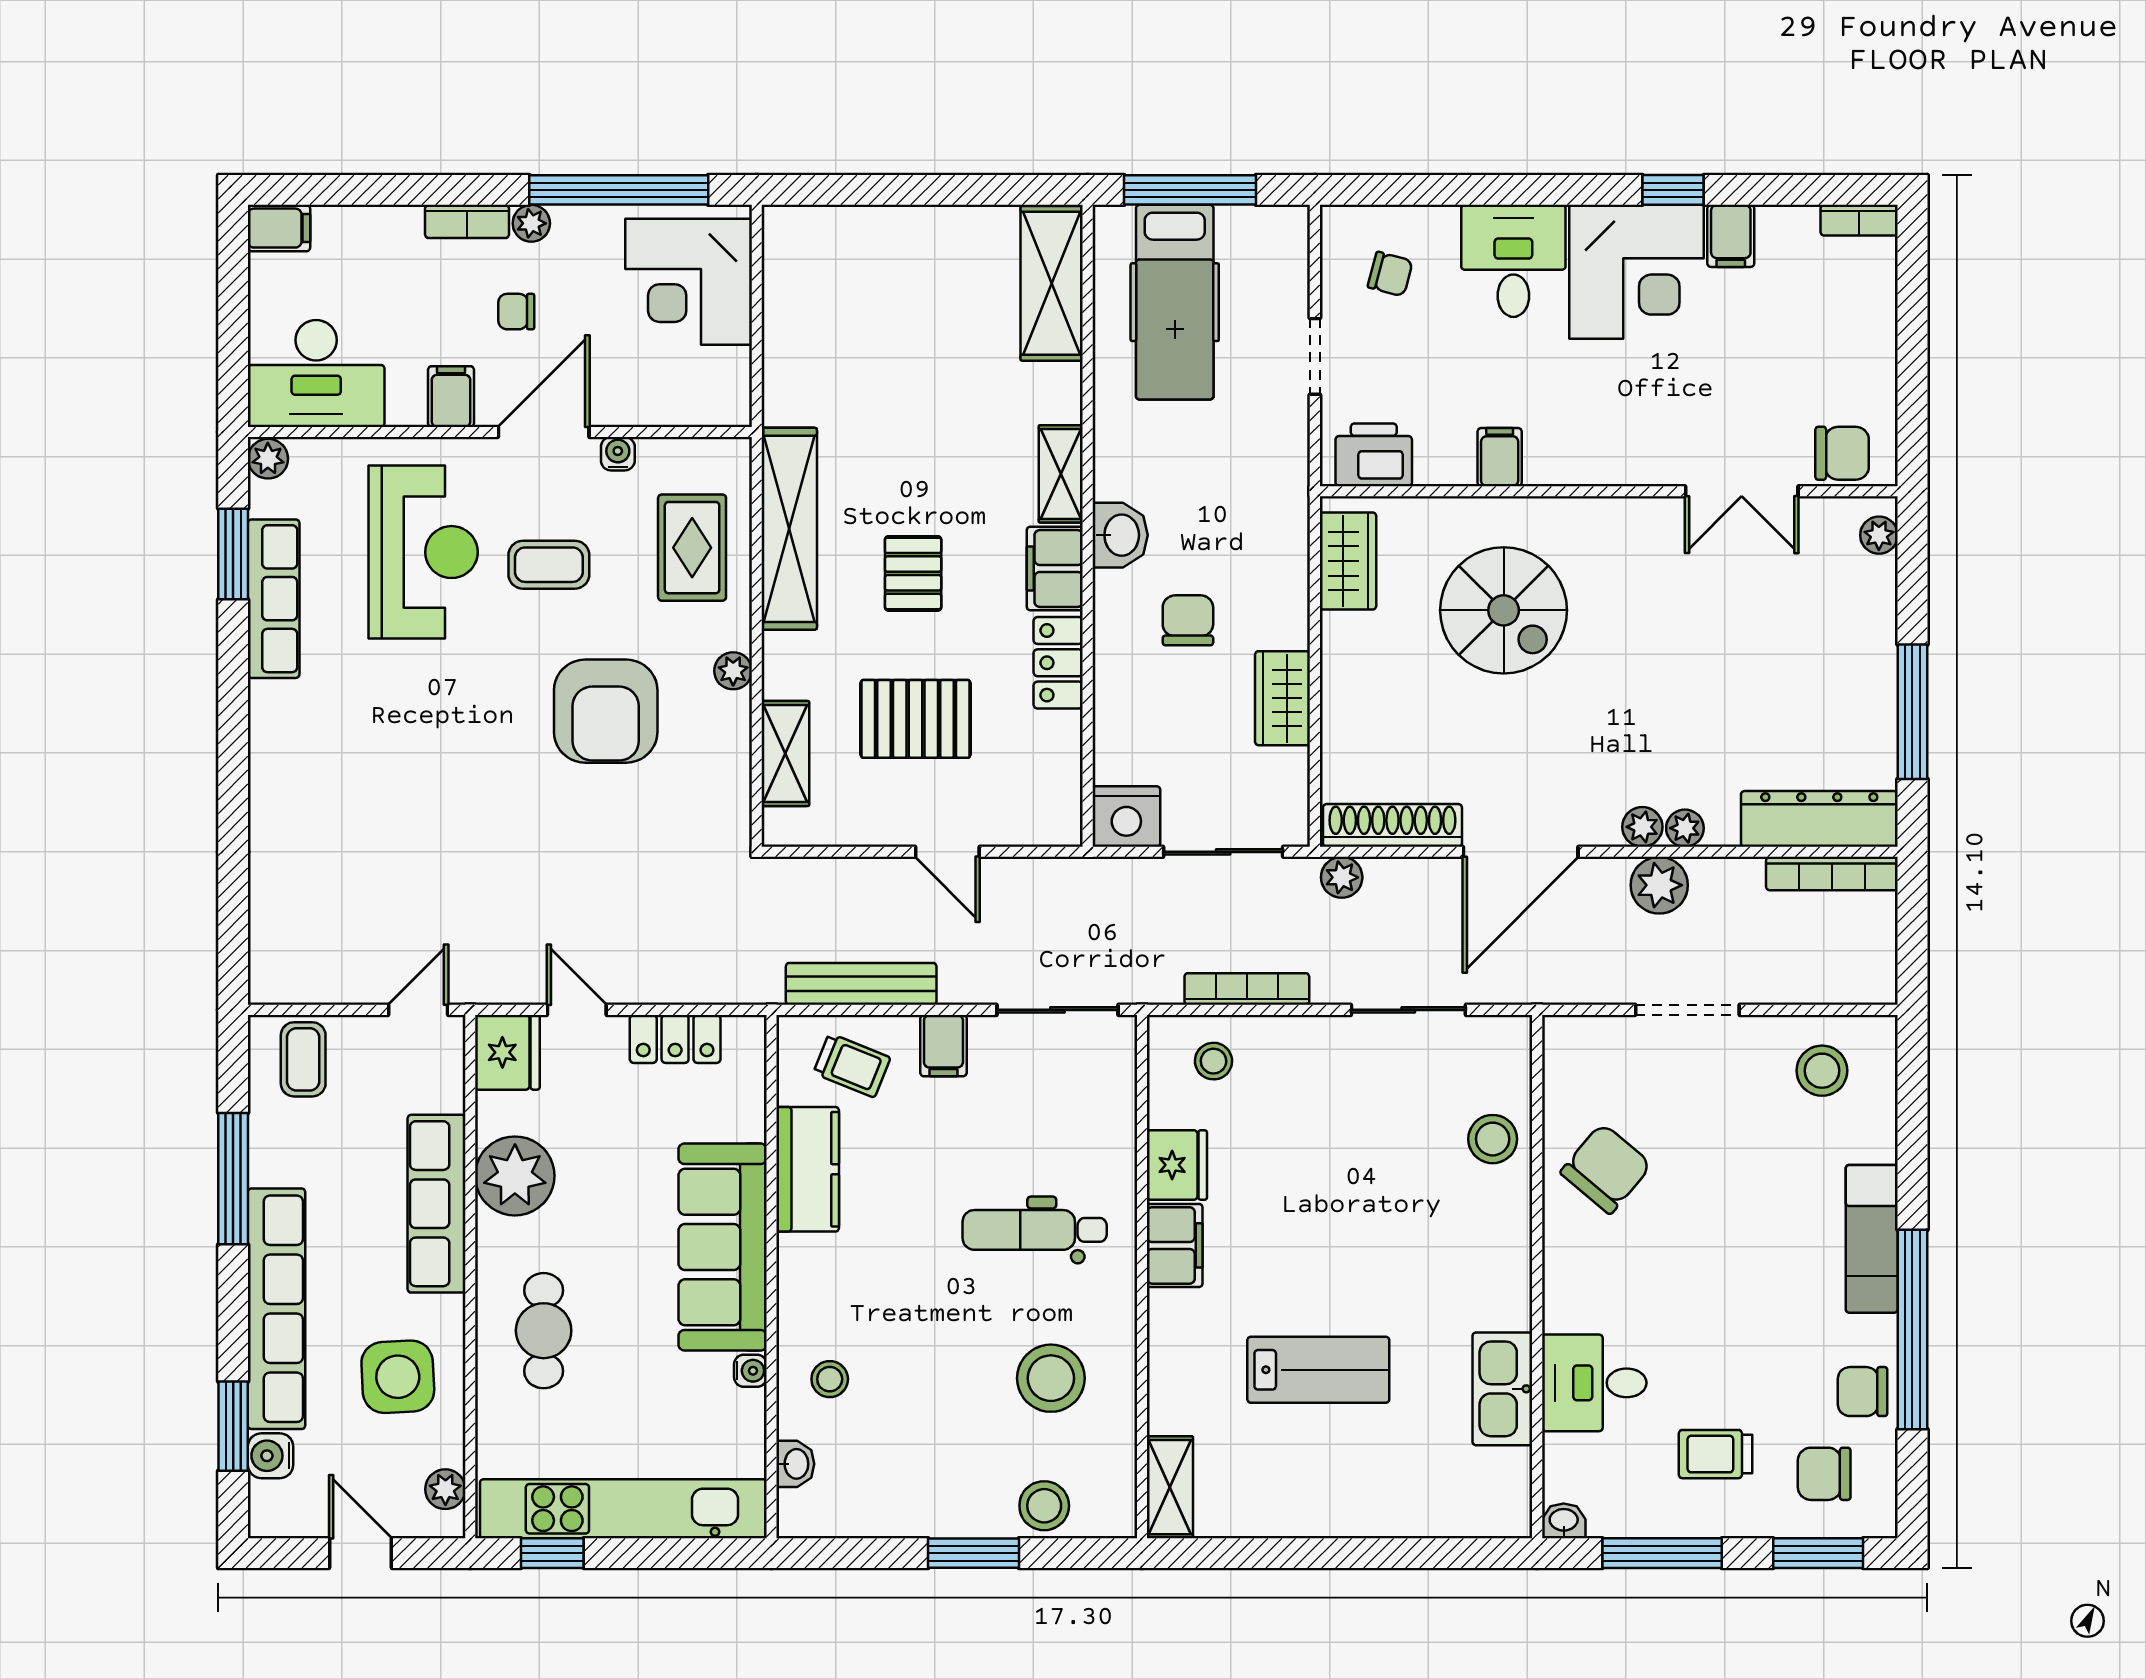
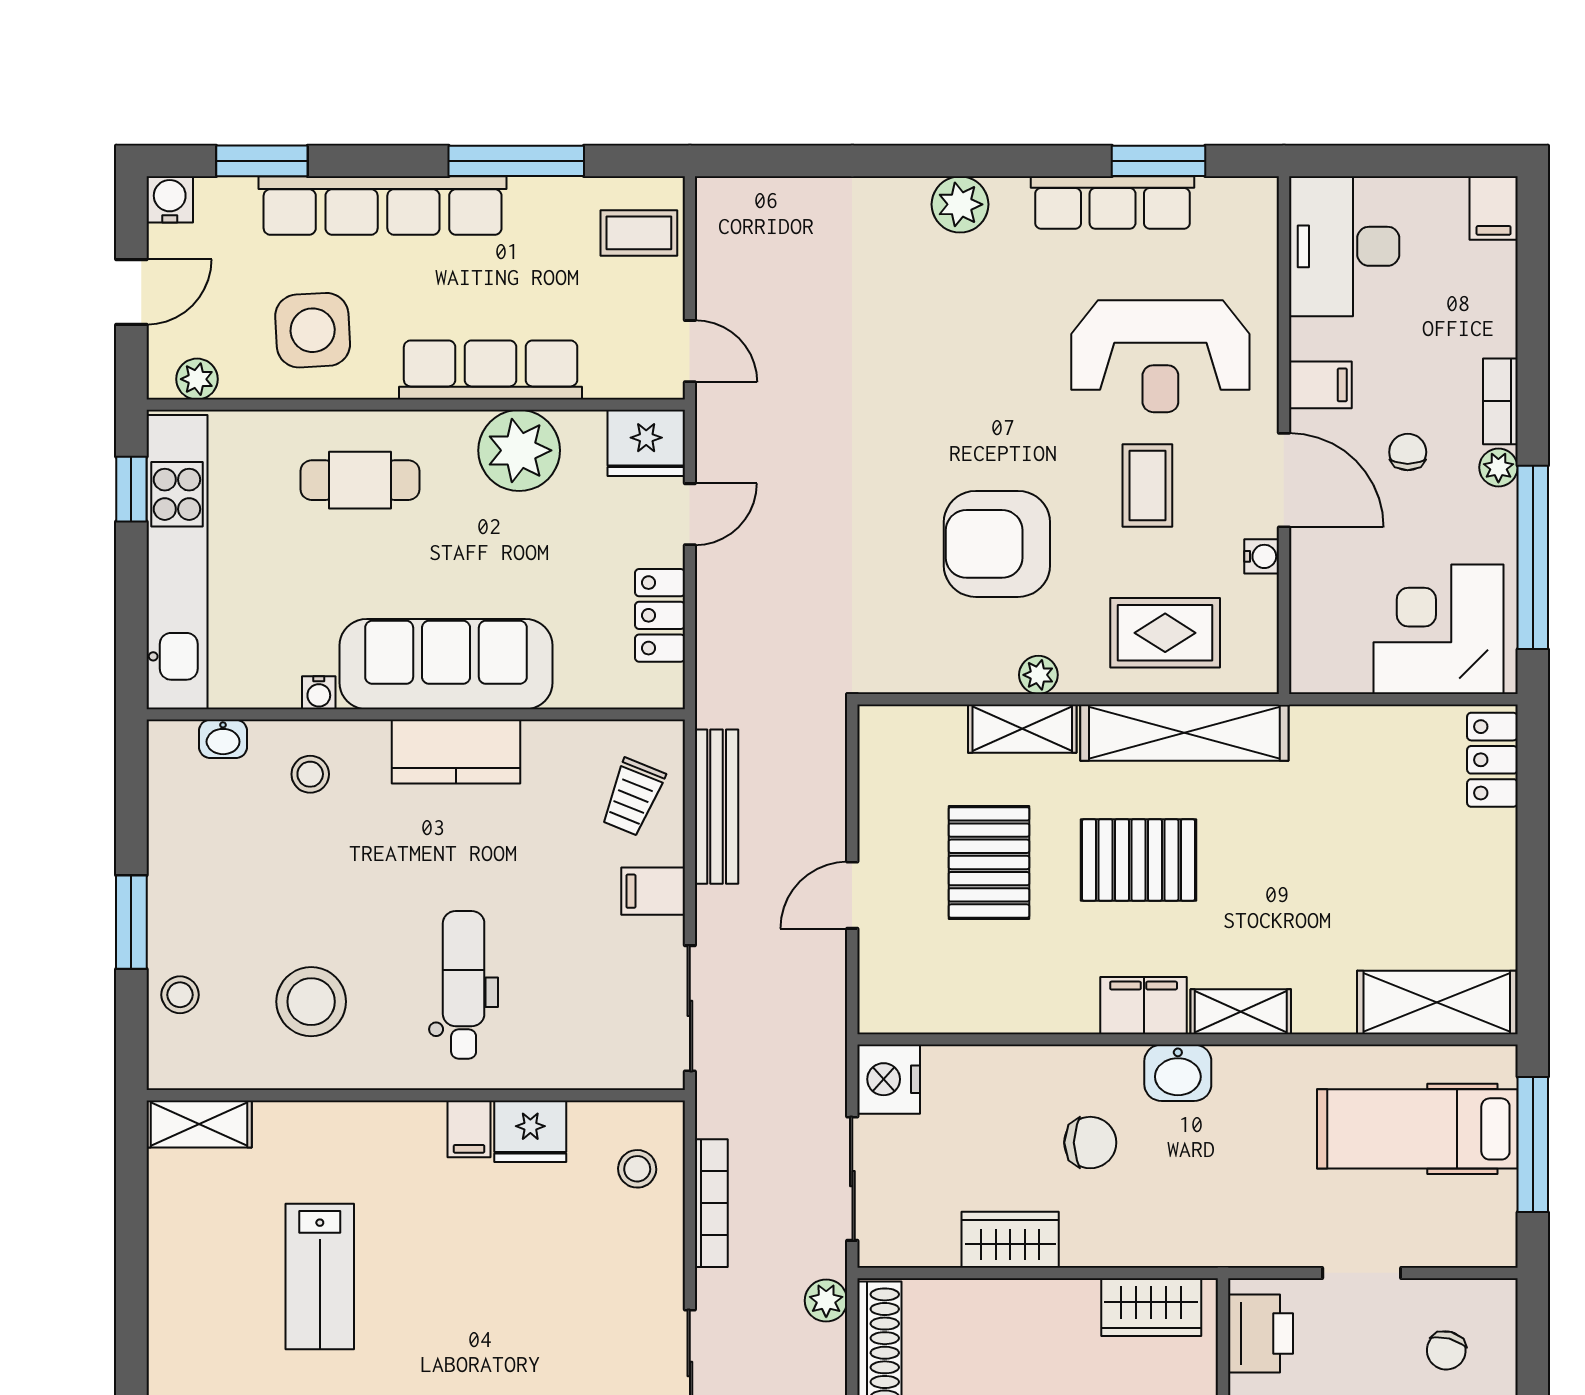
plant: (268, 459) -> (960, 204), moved, width x1.38, depth x1.38
pallet: (913, 573) -> (1138, 860), width x1.50, depth x1.42
locker: (1058, 663) -> (1492, 760), moved, turned -90
shelving: (785, 753) -> (1022, 729), moved
kitchen counter: (808, 1169) -> (456, 752), moved
filing cabinet: (1175, 1245) -> (469, 1129), width x0.50
water cooler: (271, 1456) -> (170, 199), moved
stool: (1044, 1506) -> (180, 995), width x0.73, depth x0.73

